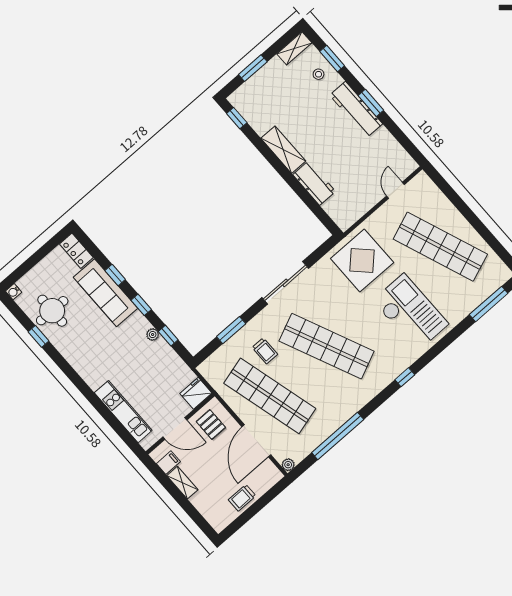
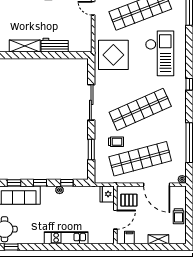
checkout: (410, 312) -> (160, 53), turned 90
kitchen unit: (123, 412) -> (66, 238), moved
shelving: (182, 483) -> (158, 239), moved

